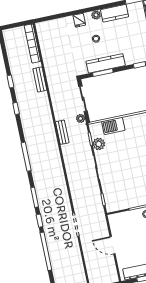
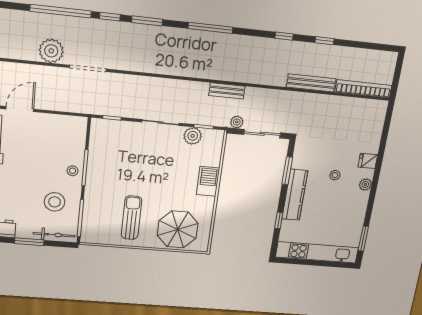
kitchen counter: (114, 13) -> (358, 208), removed
kitchen counter: (106, 63) -> (295, 195), moved
bench: (40, 79) -> (311, 83), width x1.36
barbecue: (113, 126) -> (208, 181), moved
door: (113, 245) -> (20, 109), moved
plant: (72, 250) -> (51, 51), added

